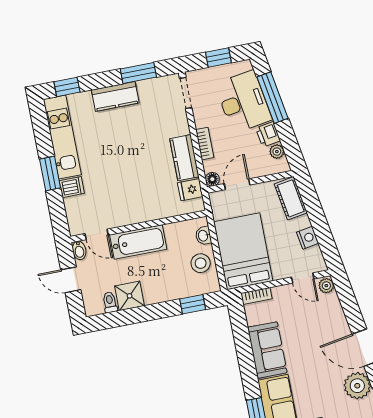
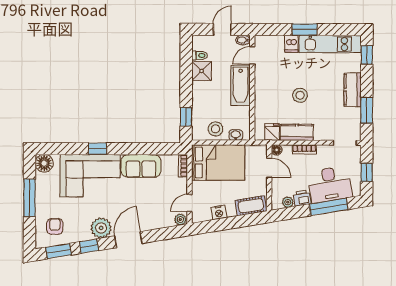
stool: (136, 163) -> (300, 95), added

